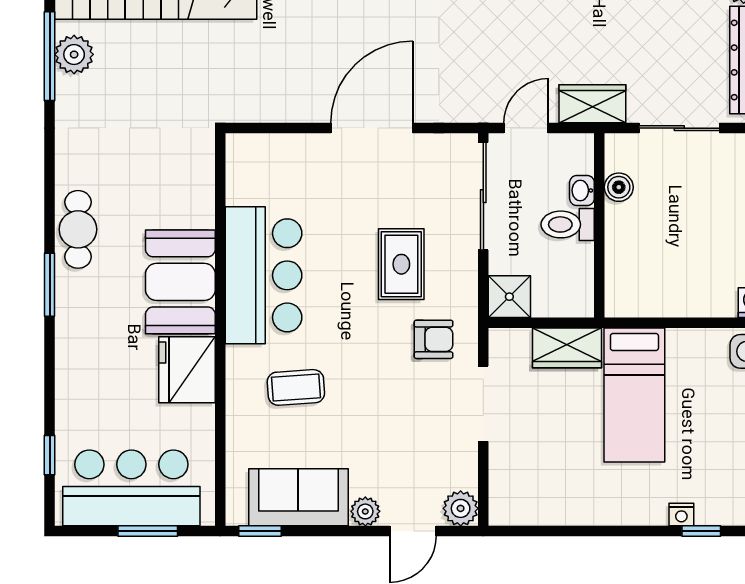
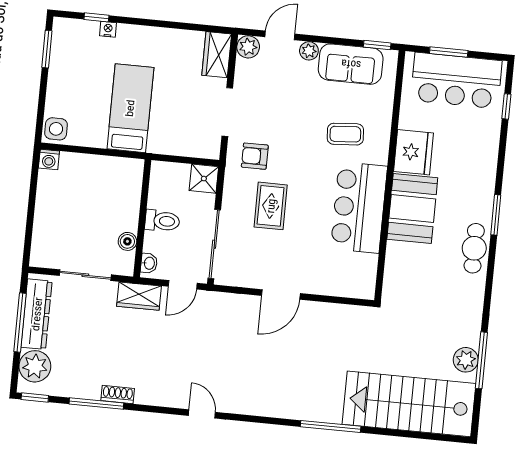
door: (372, 128) -> (281, 294), width x0.73
washbasin: (582, 190) -> (149, 263), moved
wardrobe: (567, 348) -> (217, 55), moved, turned -90

